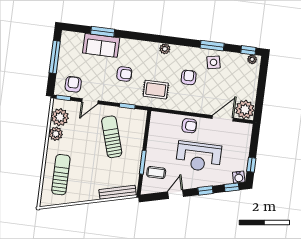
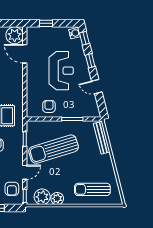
armchair: (73, 84) -> (12, 189), turned -90
door: (90, 101) -> (25, 172), hinge flipped
armchair: (189, 126) -> (49, 106), moved
sun lounger: (112, 137) -> (54, 149), width x1.36, depth x1.34
window: (251, 165) -> (46, 23), moved
coffee table: (156, 173) -> (80, 106), removed

